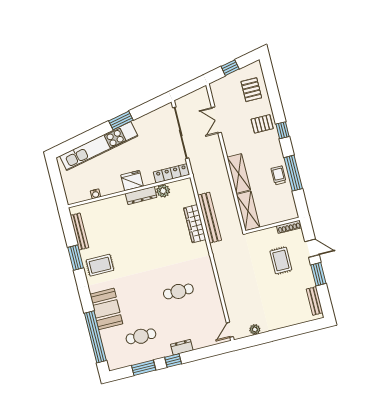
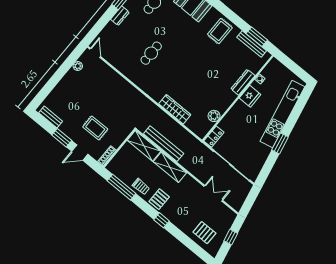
pallet: (262, 124) -> (159, 199), moved
locker: (172, 173) -> (214, 137), width x0.66
window: (293, 173) -> (121, 187), moved
fridge: (132, 181) -> (250, 96), moved
dresser: (141, 195) -> (243, 82), moved
bench: (210, 218) -> (164, 144), moved
window: (76, 258) -> (257, 37), moved

